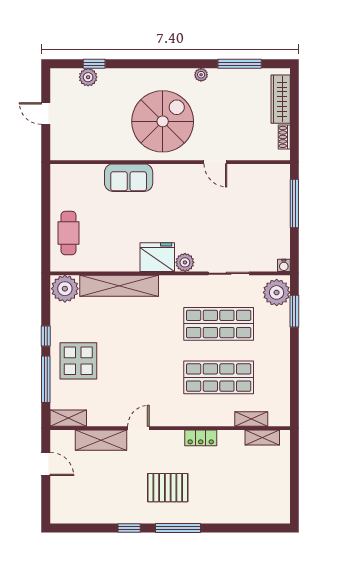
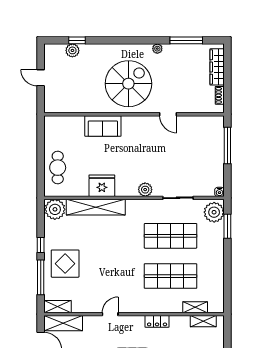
fridge: (157, 257) -> (102, 186), moved
shelving: (101, 440) -> (63, 323), moved

